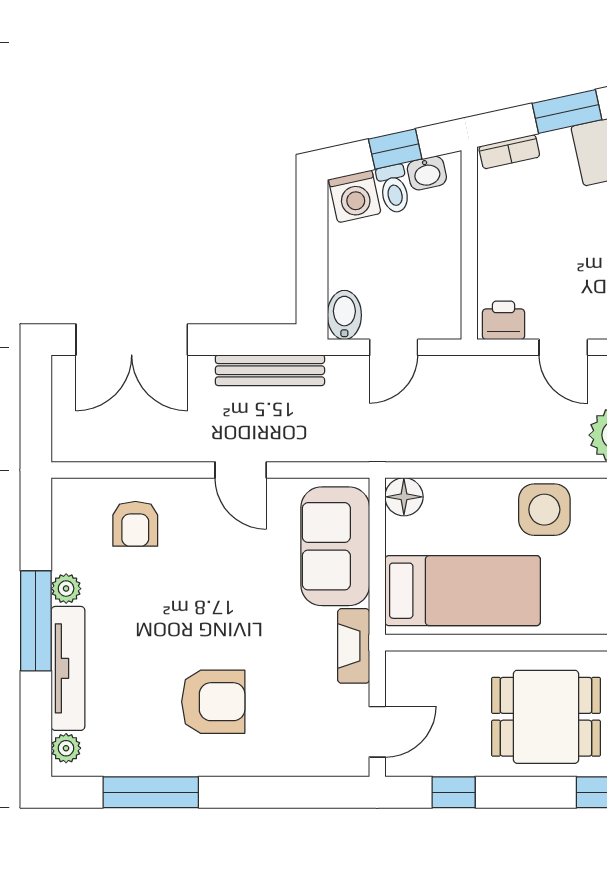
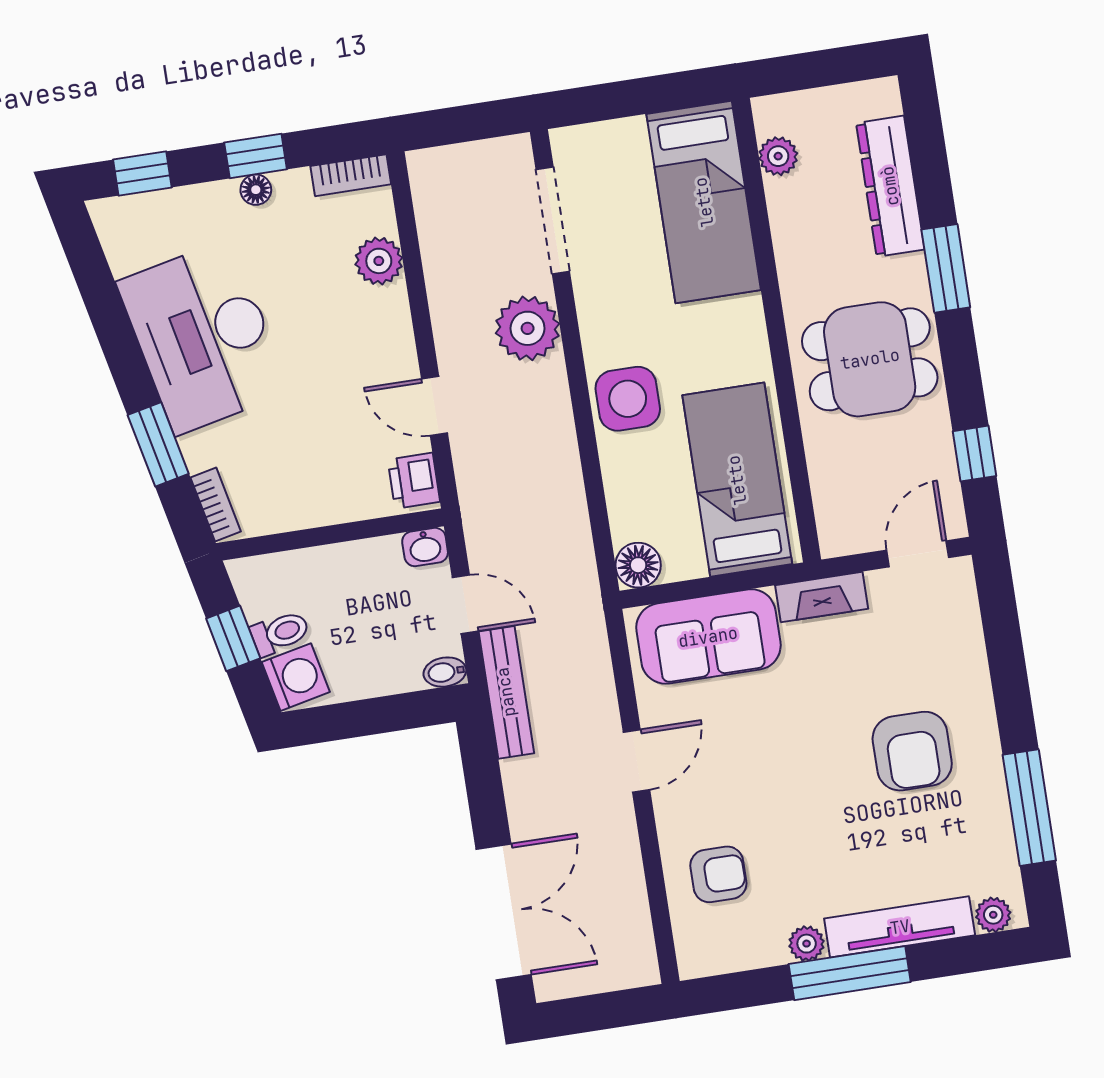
washbasin: (427, 173) -> (425, 547), moved, turned 102
bidet: (344, 315) -> (445, 672), width x0.72, depth x0.74
door: (563, 347) -> (435, 406), swing flipped
bench: (270, 370) -> (506, 692), moved
armchair: (213, 702) -> (912, 751), turned 180
dining table: (546, 717) -> (870, 359), turned 90
door: (377, 732) -> (918, 554), hinge flipped

